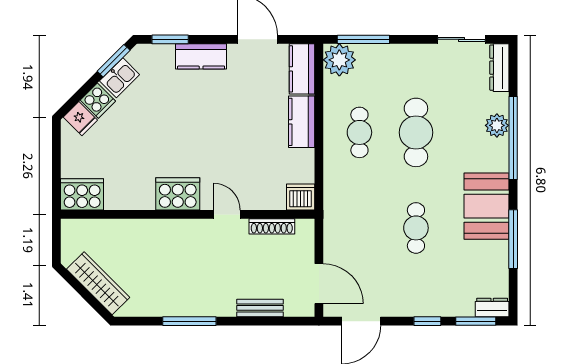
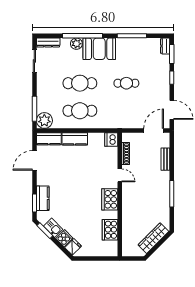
kitchen counter: (201, 56) -> (43, 198), moved
cafe table: (359, 132) -> (80, 111), width x1.37, depth x1.35
cooker: (82, 194) -> (110, 230), moved
booth: (486, 206) -> (99, 49), moved
door: (227, 214) -> (120, 175), swing flipped

